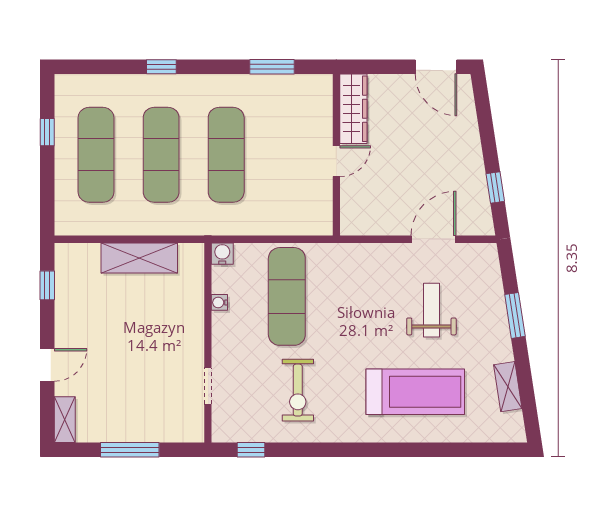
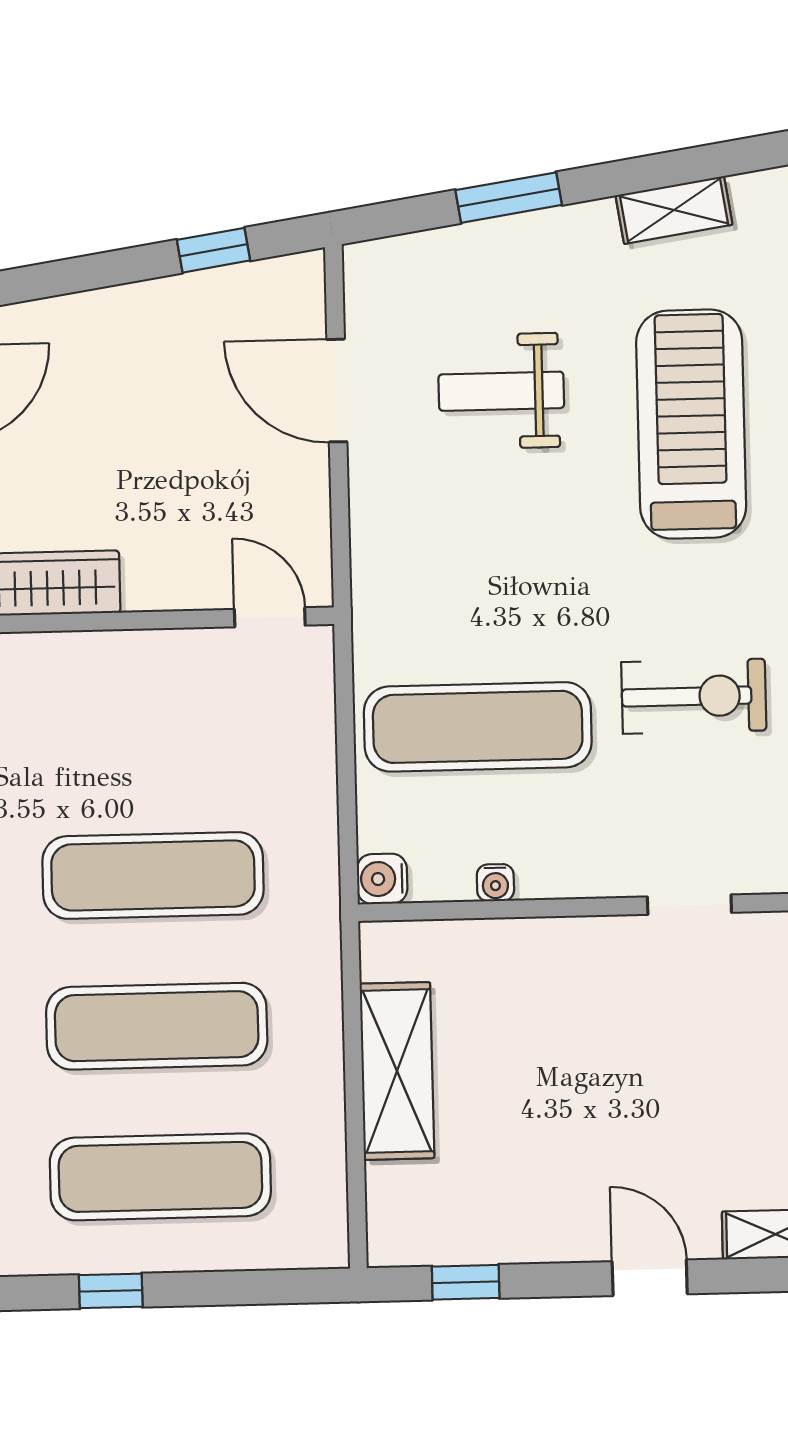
door: (336, 161) -> (270, 617), moved

